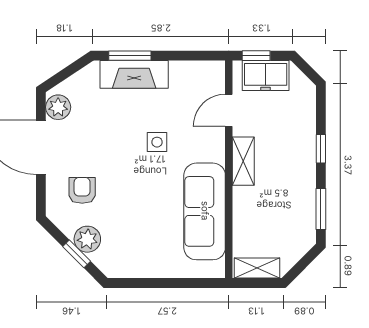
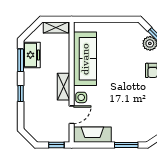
fireplace: (134, 74) -> (92, 135), moved
freezer: (266, 76) -> (32, 55), moved, turned 90
side table: (157, 142) -> (81, 97), moved

